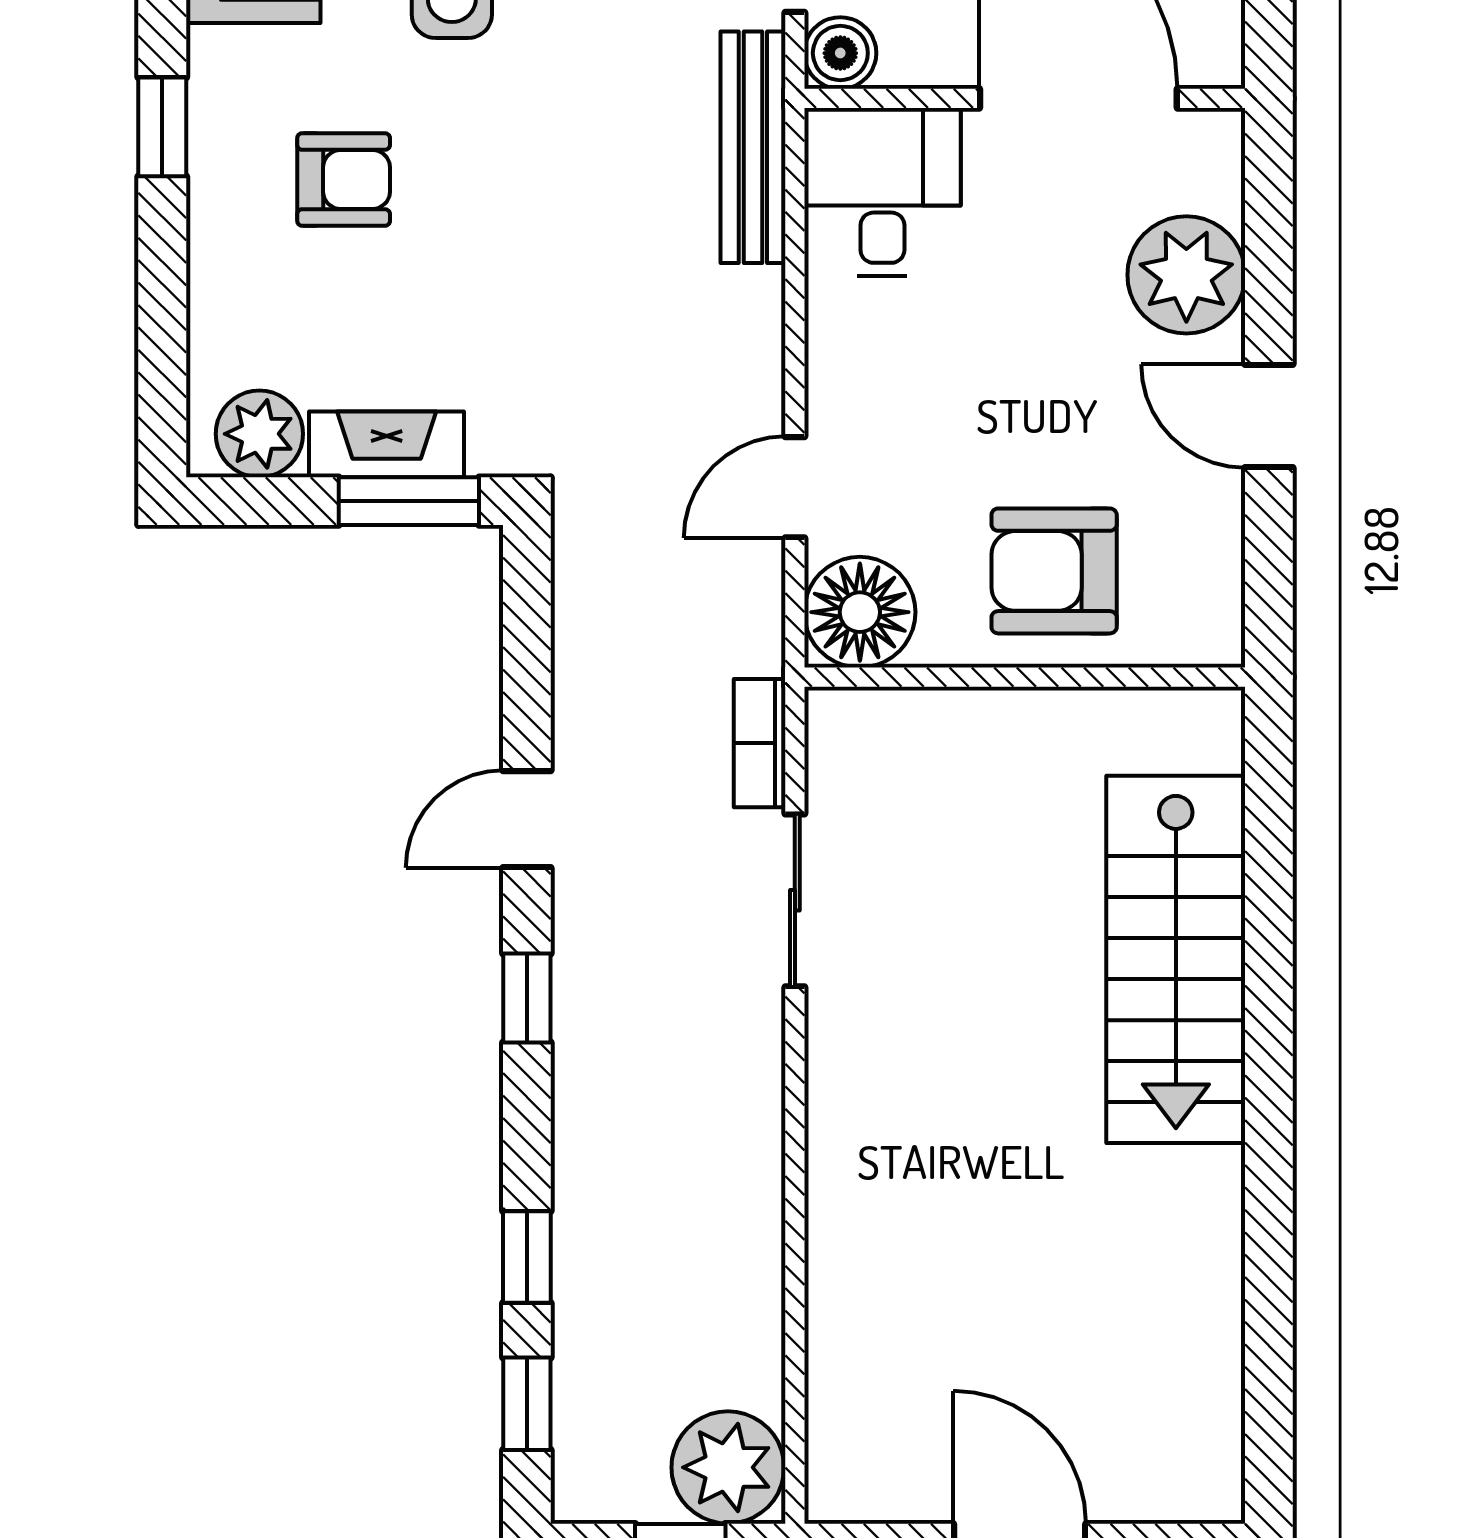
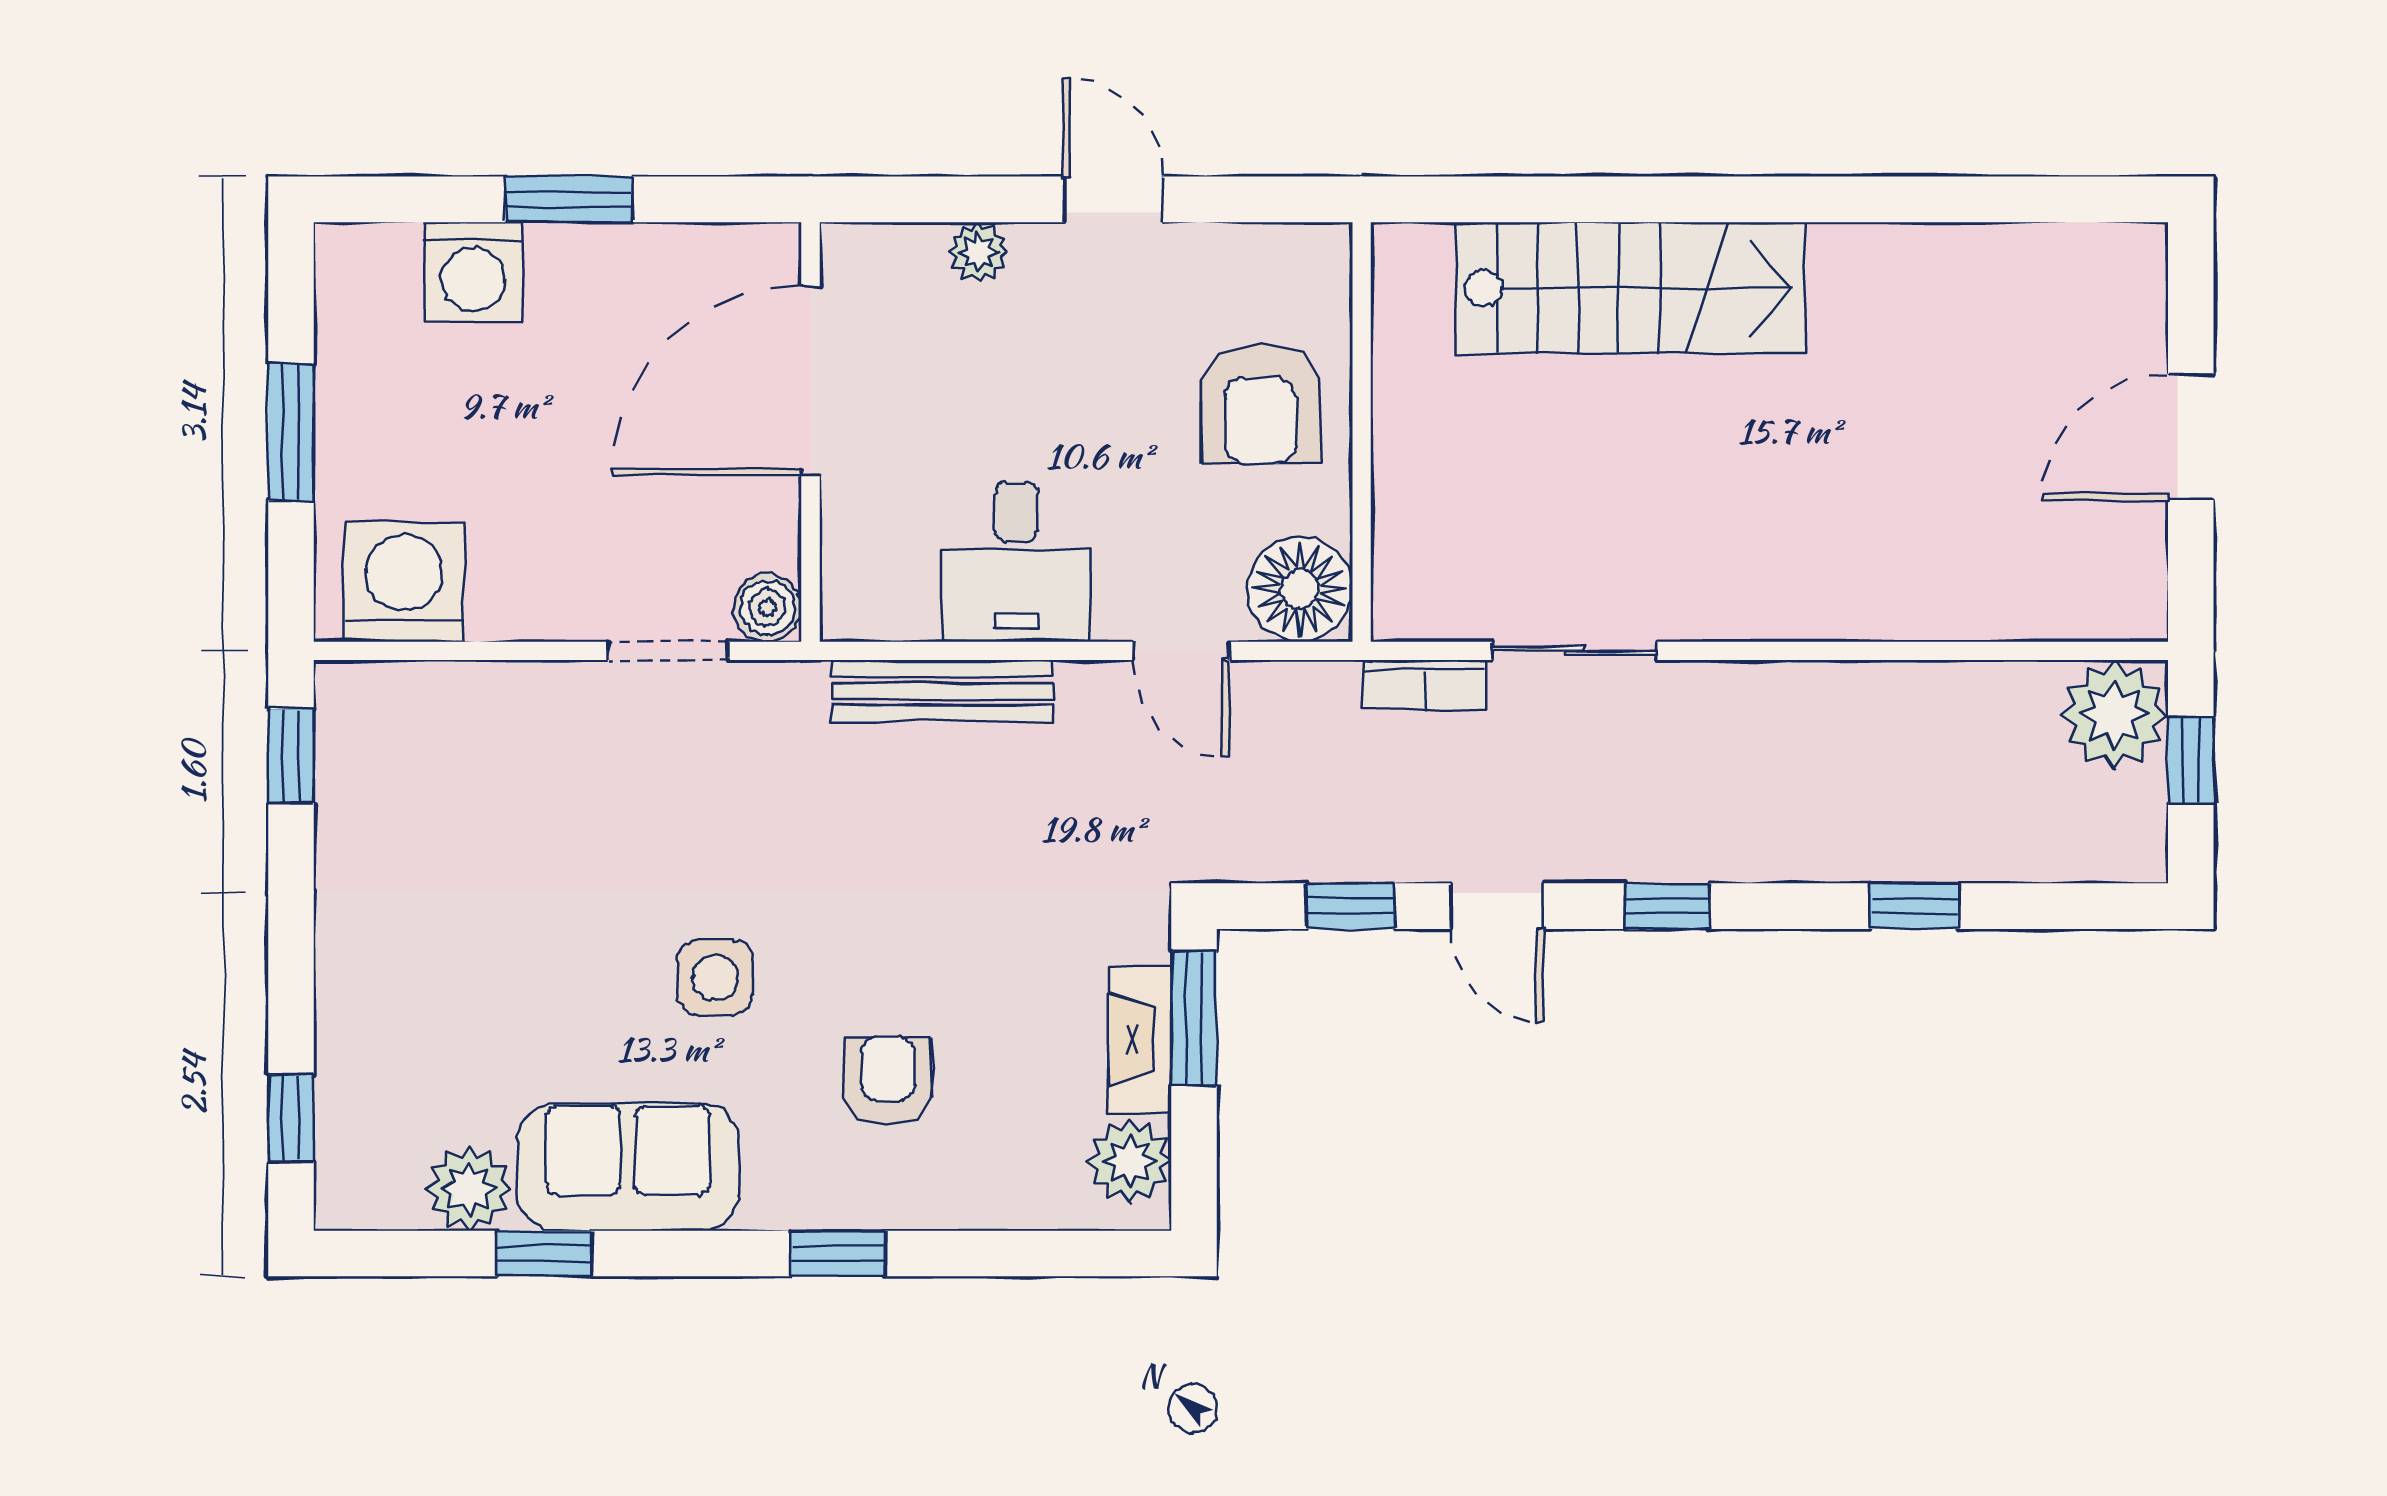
bench: (753, 147) -> (942, 691), moved
desk: (882, 192) -> (1016, 562), moved, turned -90
plant: (1186, 275) -> (979, 252), width x0.53, depth x0.53
door: (1269, 416) -> (1113, 199), swing flipped
window: (527, 1404) -> (1350, 906), moved

